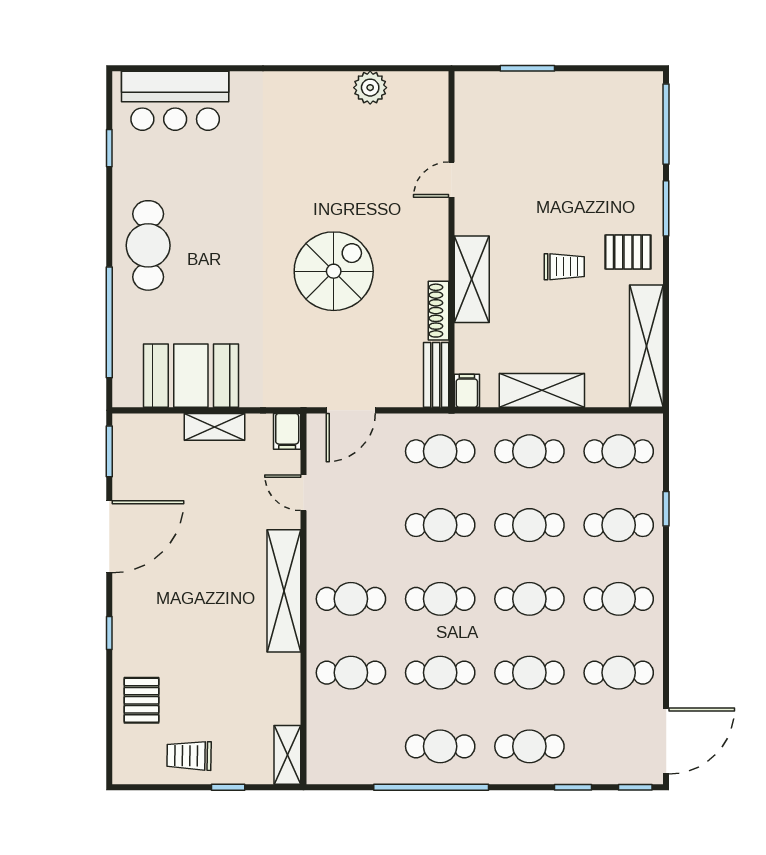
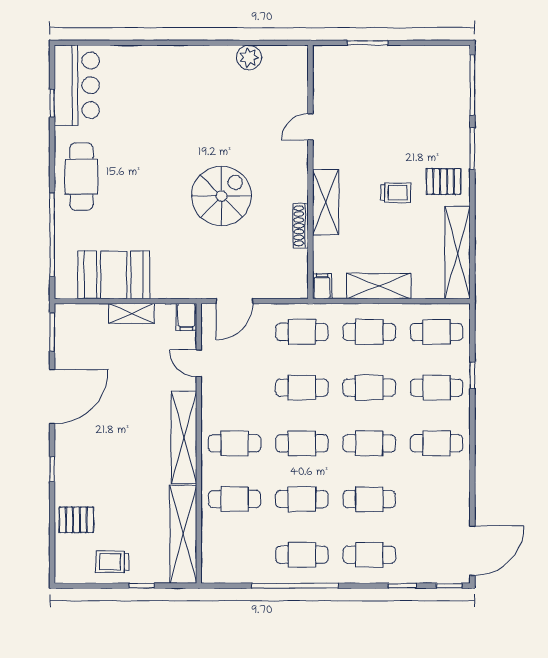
bar counter: (175, 101) -> (77, 85), moved, turned -90
bench: (436, 375) -> (299, 274), removed
cafe table: (619, 673) -> (437, 499), removed
pallet: (141, 700) -> (76, 520), turned 90
shelving: (287, 755) -> (183, 534), width x2.20, depth x1.33

